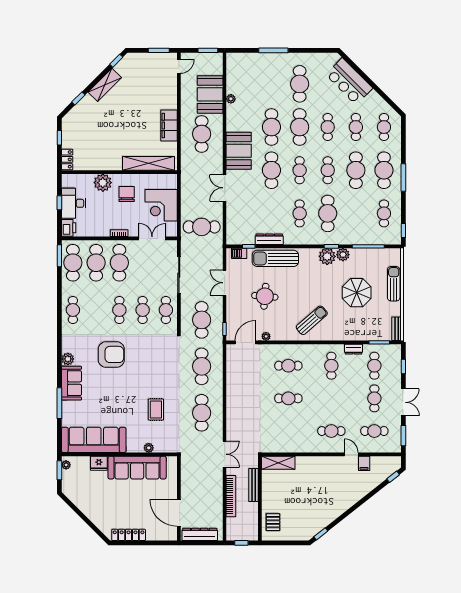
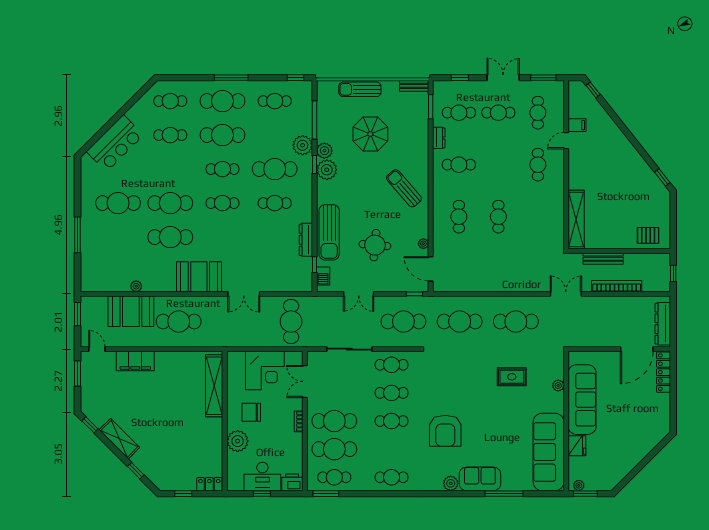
filing cabinet: (169, 125) -> (135, 361), moved
cafe table: (328, 127) -> (170, 169), removed
cafe table: (271, 170) -> (222, 237), removed
plant: (347, 236) -> (303, 145), added
cafe table: (73, 263) -> (334, 477), width x0.73, depth x0.74
armchair: (111, 354) -> (445, 431), turned 180
shelving: (278, 463) -> (576, 220), width x1.47
locker: (129, 535) -> (663, 372), moved

